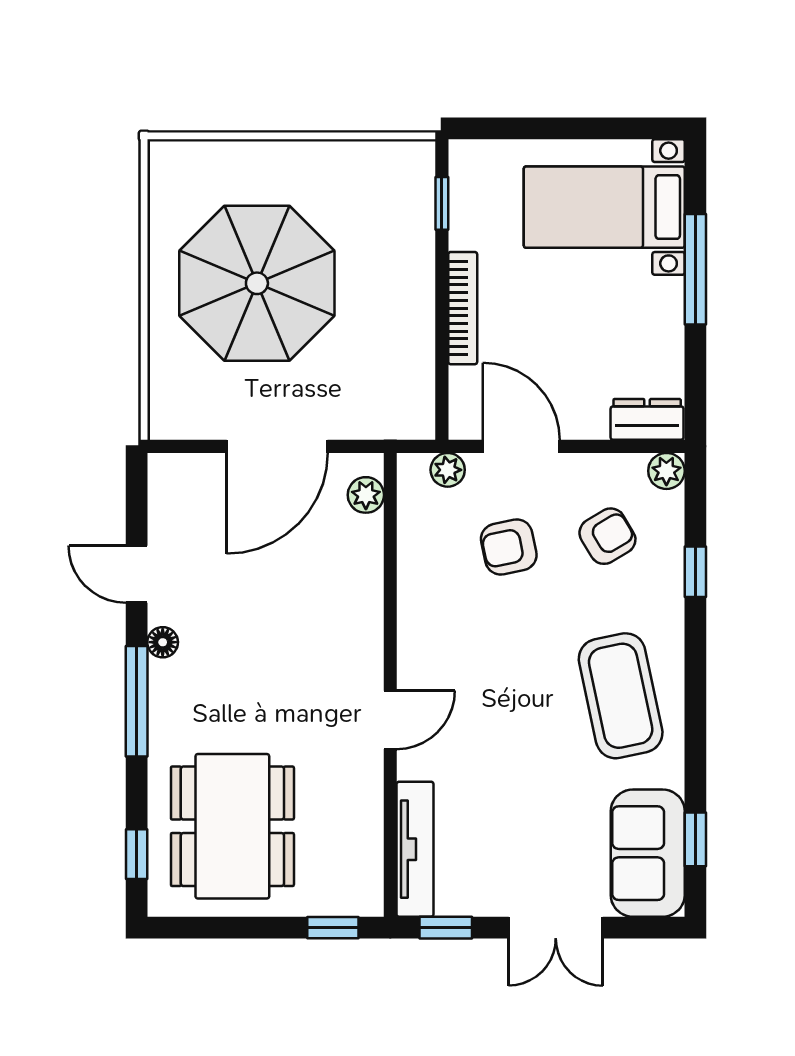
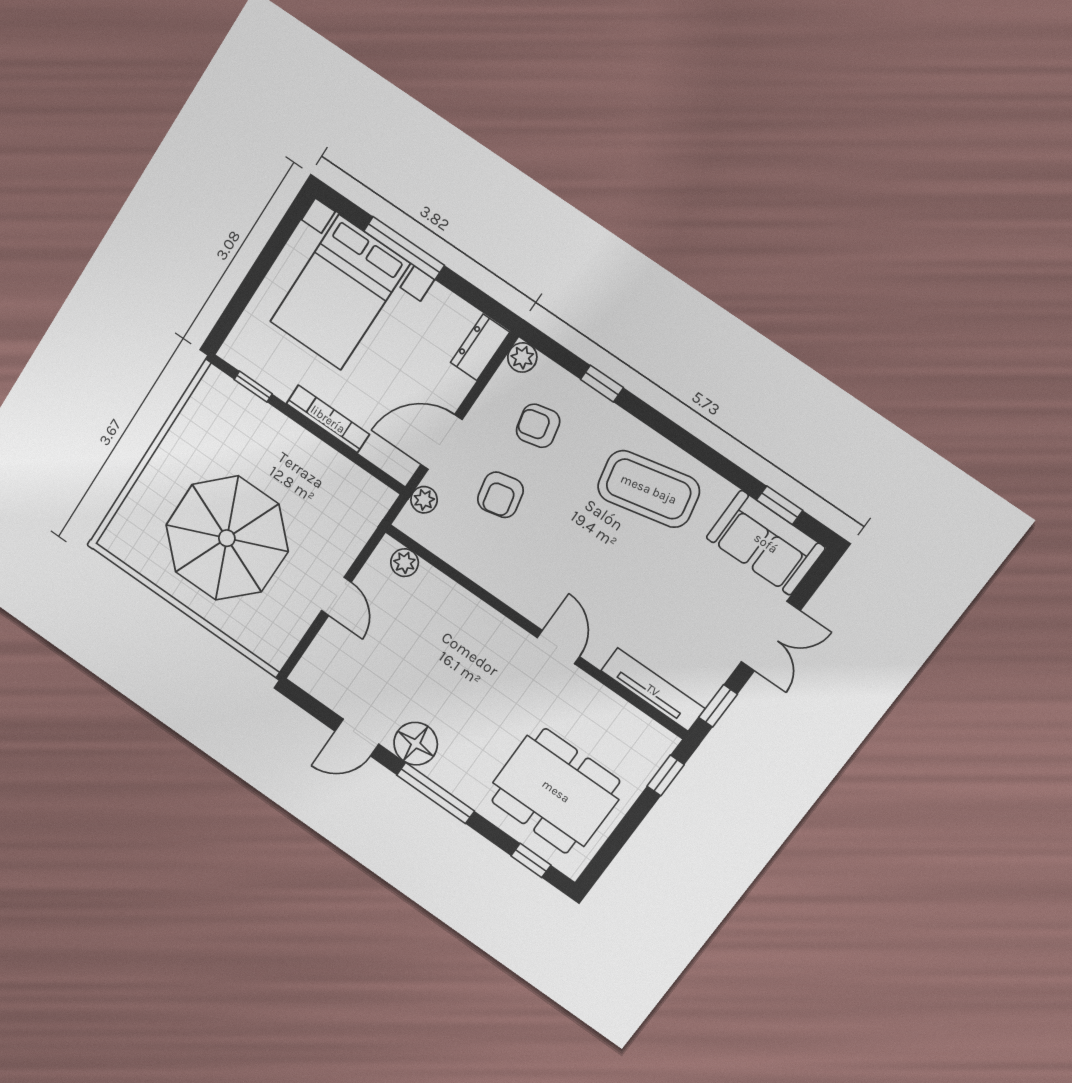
bed with nightstands: (604, 207) -> (340, 293), width x1.36
door: (277, 446) -> (336, 596), width x0.53
armchair: (607, 536) -> (538, 426), turned -72
floor lamp: (163, 642) -> (416, 744), width x1.89, depth x1.89

